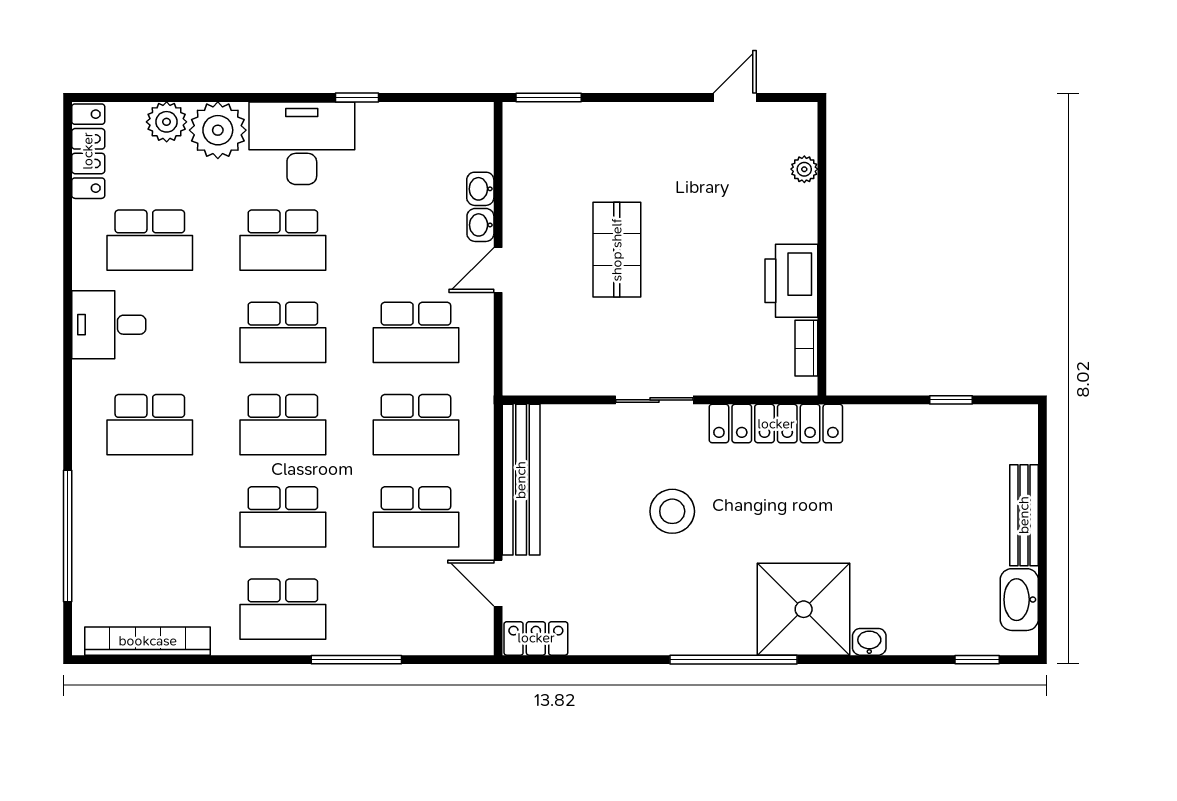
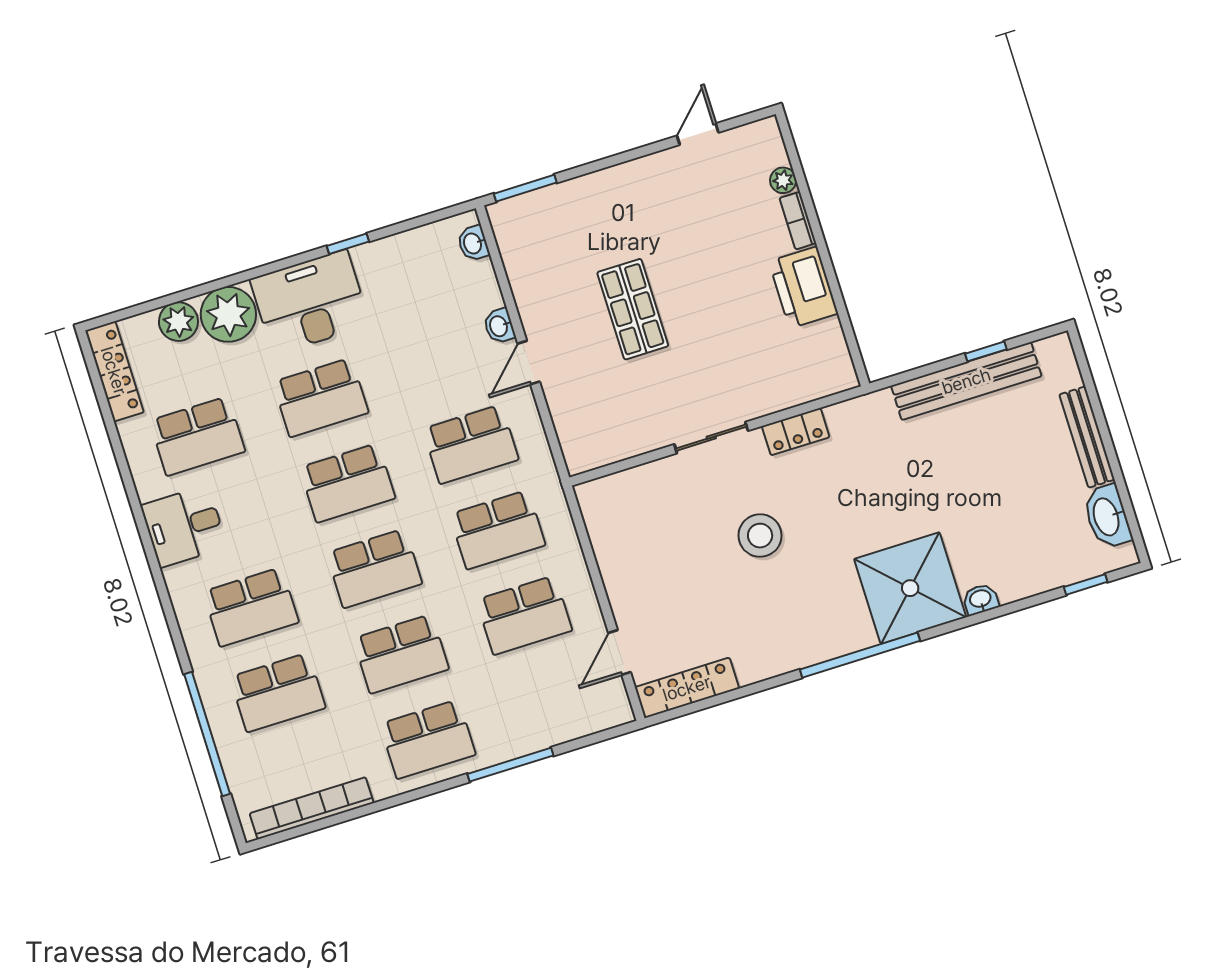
washbasin: (480, 189) -> (473, 243), moved
bookcase: (806, 348) -> (798, 221), moved
locker: (776, 424) -> (796, 432), width x0.46, depth x0.83
bench: (521, 480) -> (966, 381), moved, turned 90
school desk: (150, 517) -> (278, 692), added
door: (498, 583) -> (620, 653), hinge flipped
locker: (536, 638) -> (687, 688), width x1.53

